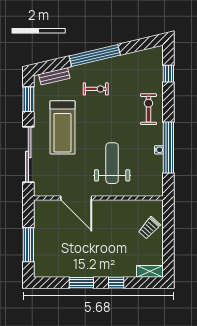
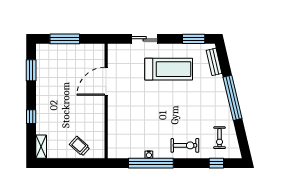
exercise bike: (96, 89) -> (220, 138), moved
treadmill: (62, 127) -> (169, 69), turned 180
sliding door: (28, 155) -> (145, 39), width x0.54
weight bench: (112, 163) -> (137, 113), removed
window: (81, 283) -> (31, 70), moved

